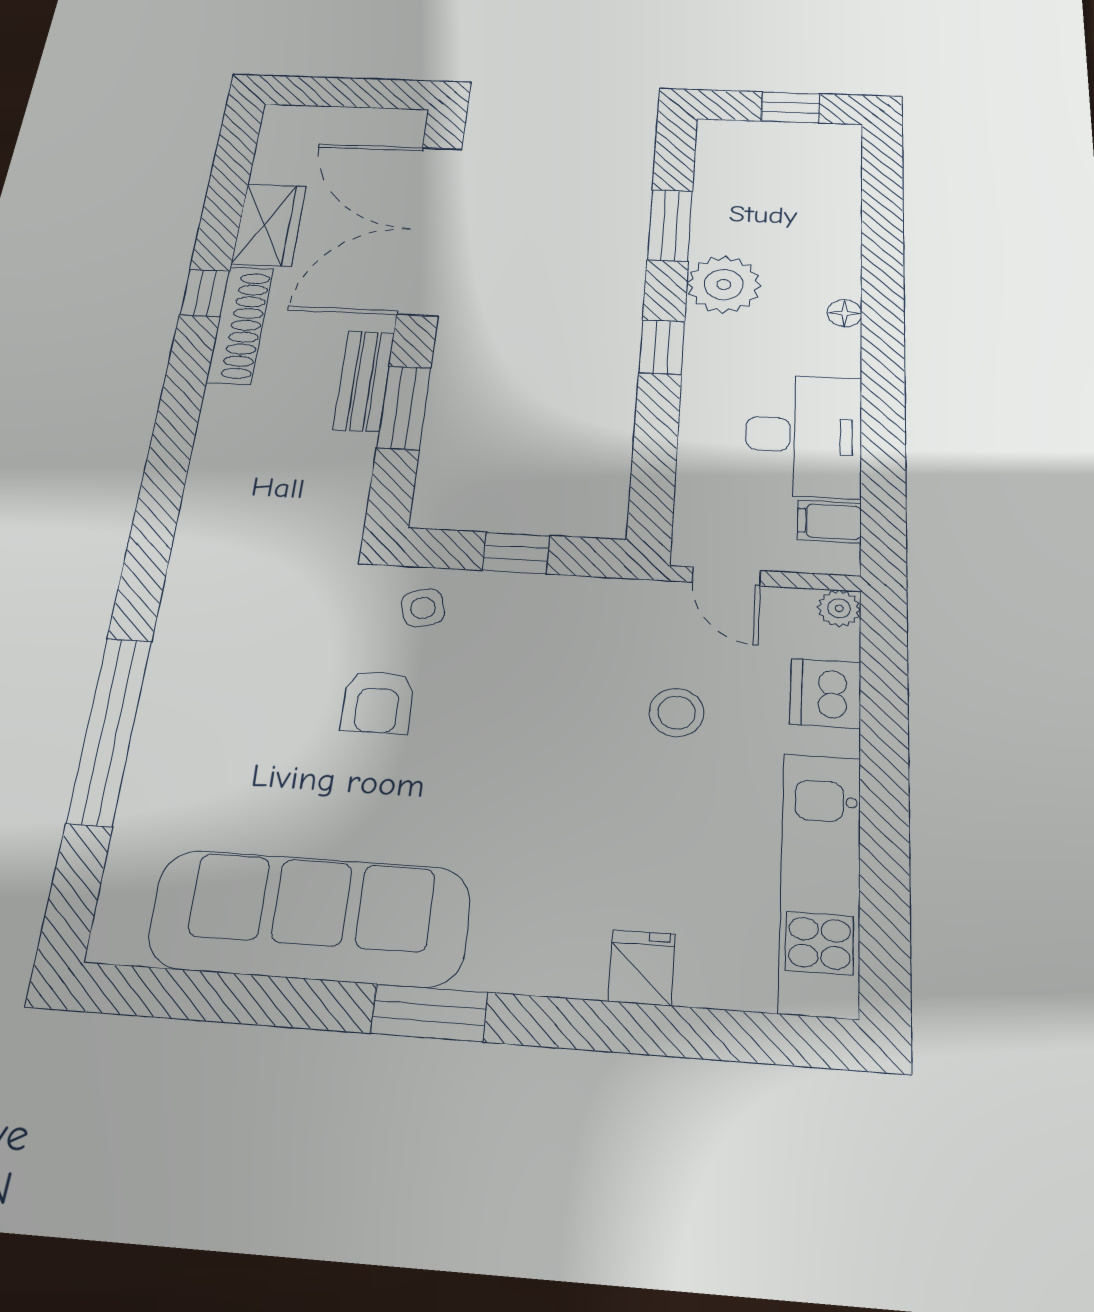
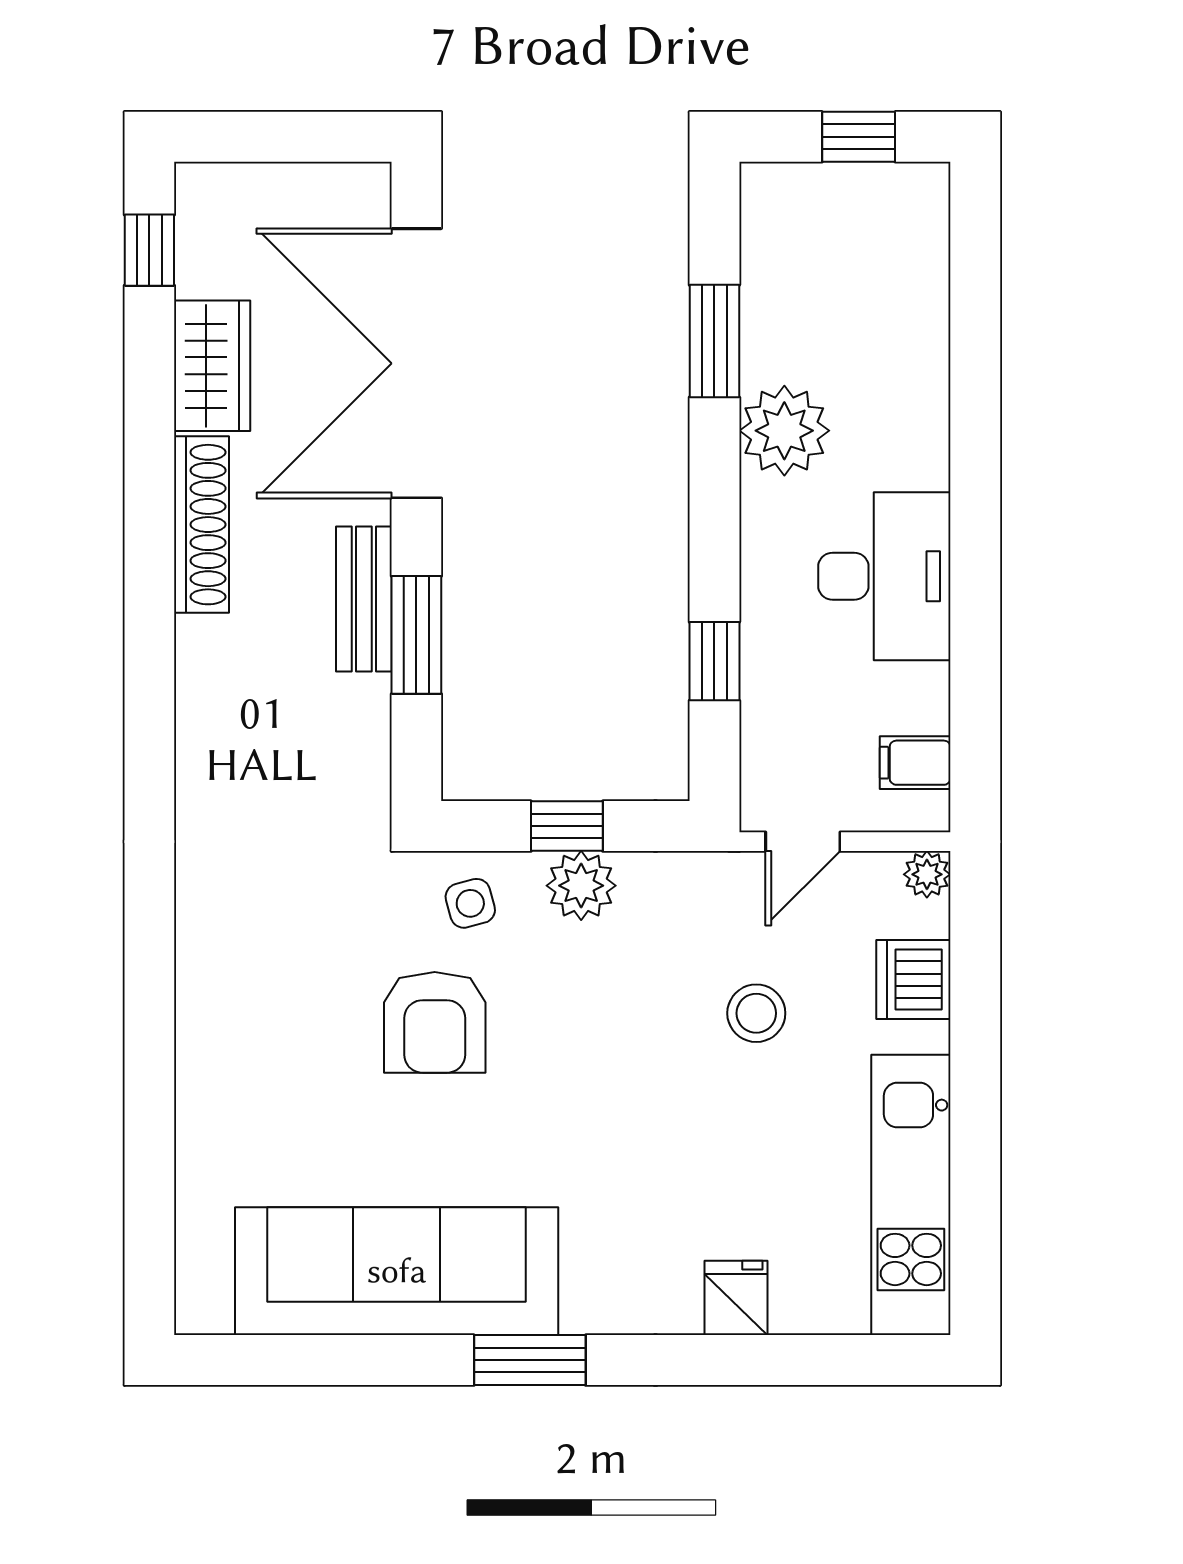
window: (205, 293) -> (149, 250), moved
floor lamp: (845, 313) -> (930, 467), removed
window: (662, 347) -> (714, 661), moved
desk: (804, 435) -> (884, 576), moved
door: (726, 576) -> (803, 842), hinge flipped
plant: (524, 600) -> (581, 886), added
armchair: (378, 702) -> (435, 1022), width x1.38, depth x1.38
window: (110, 730) -> (149, 1076), removed

